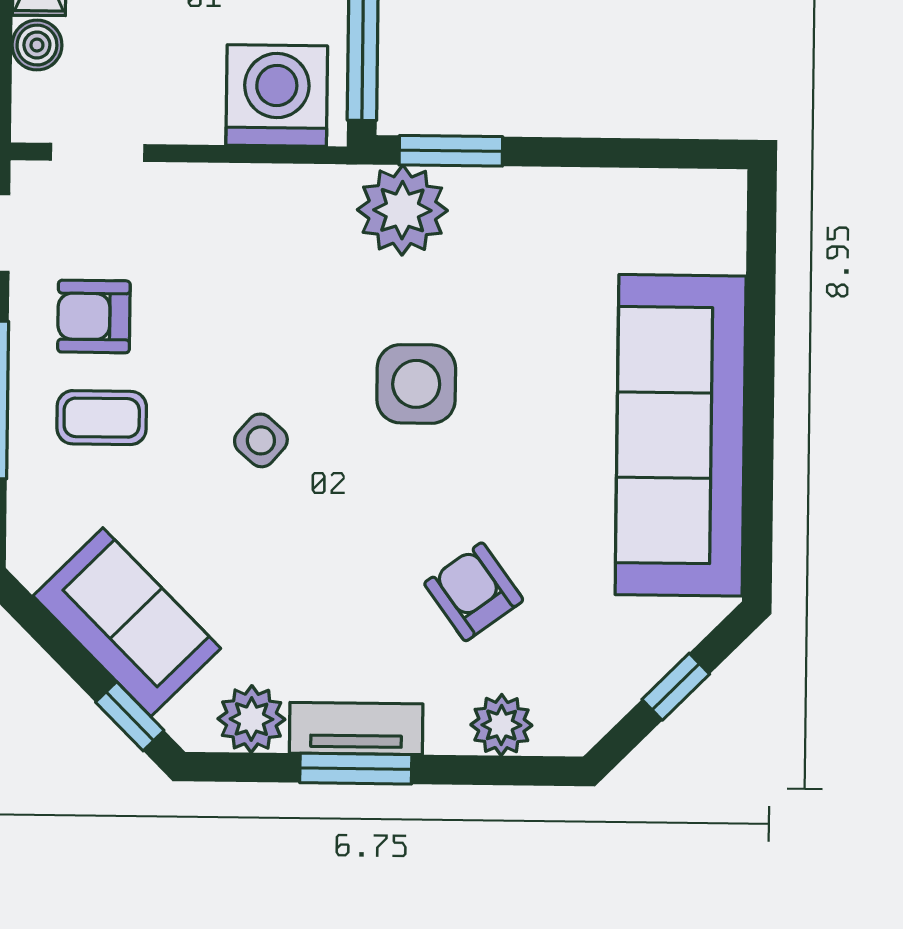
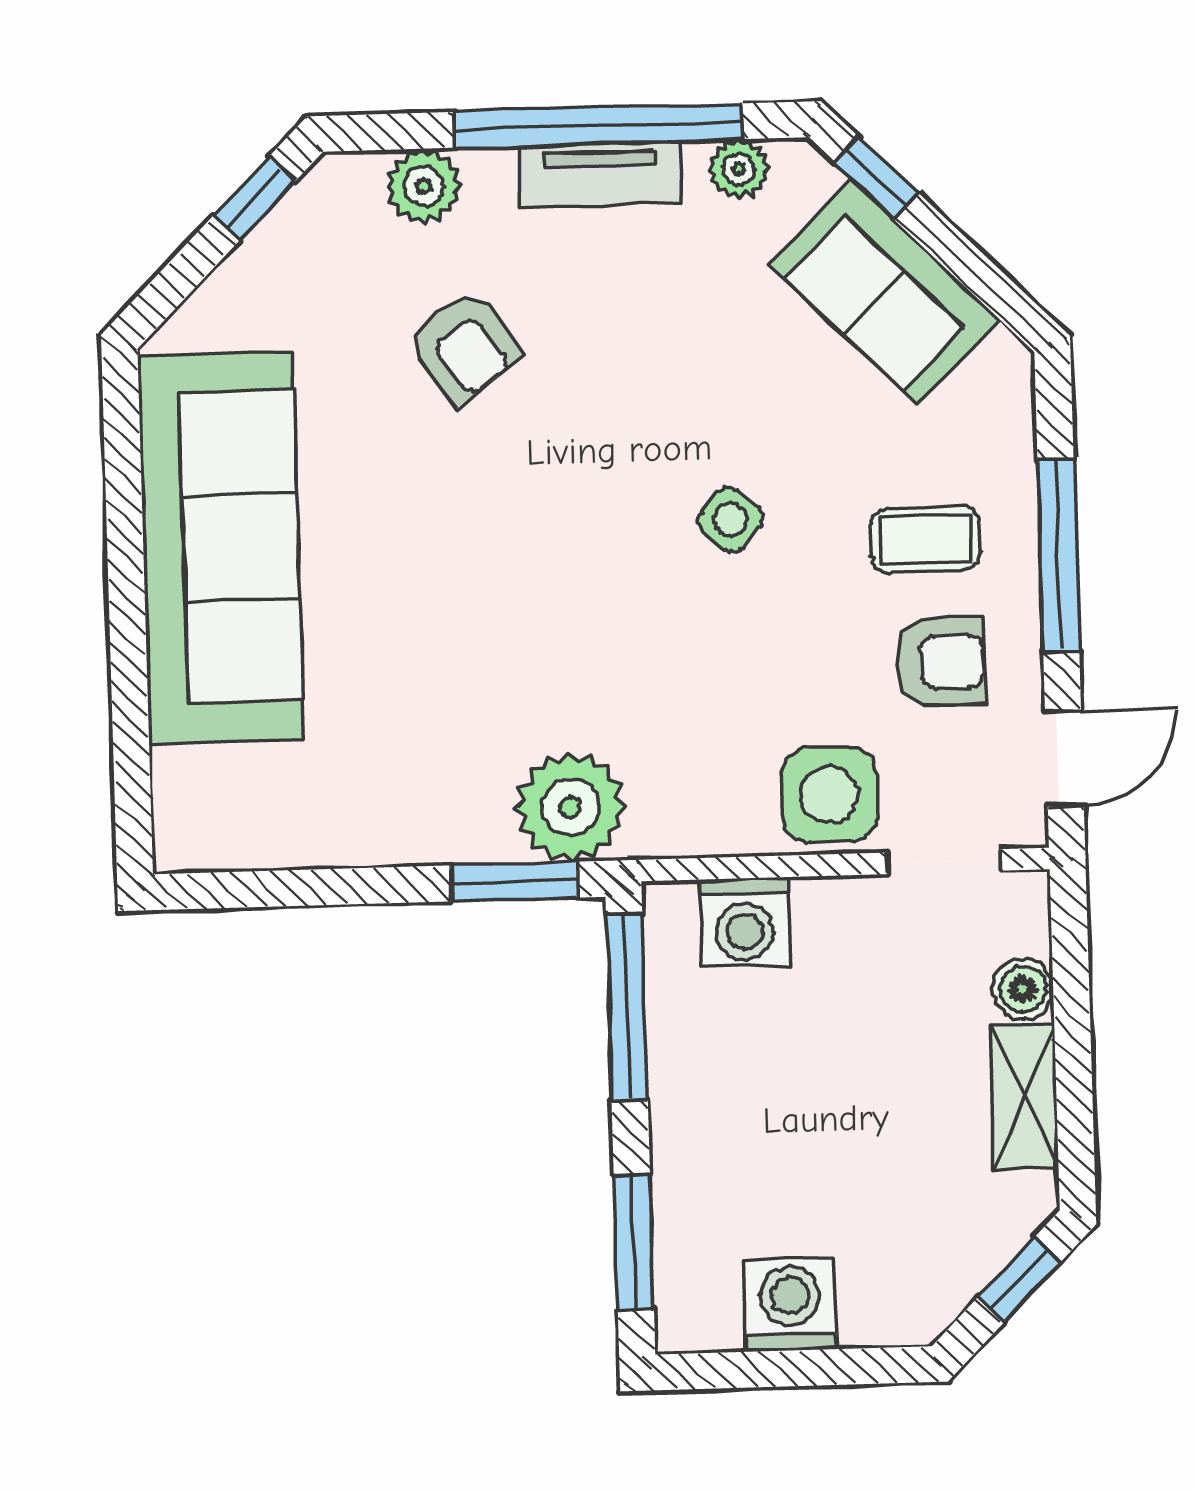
washing machine: (277, 96) -> (745, 923), width x0.73, depth x0.73
side table: (416, 384) -> (829, 795), moved
window: (676, 687) -> (254, 198), moved
plant: (251, 719) -> (739, 169), width x0.73, depth x0.73
window: (356, 769) -> (599, 126), width x2.11

